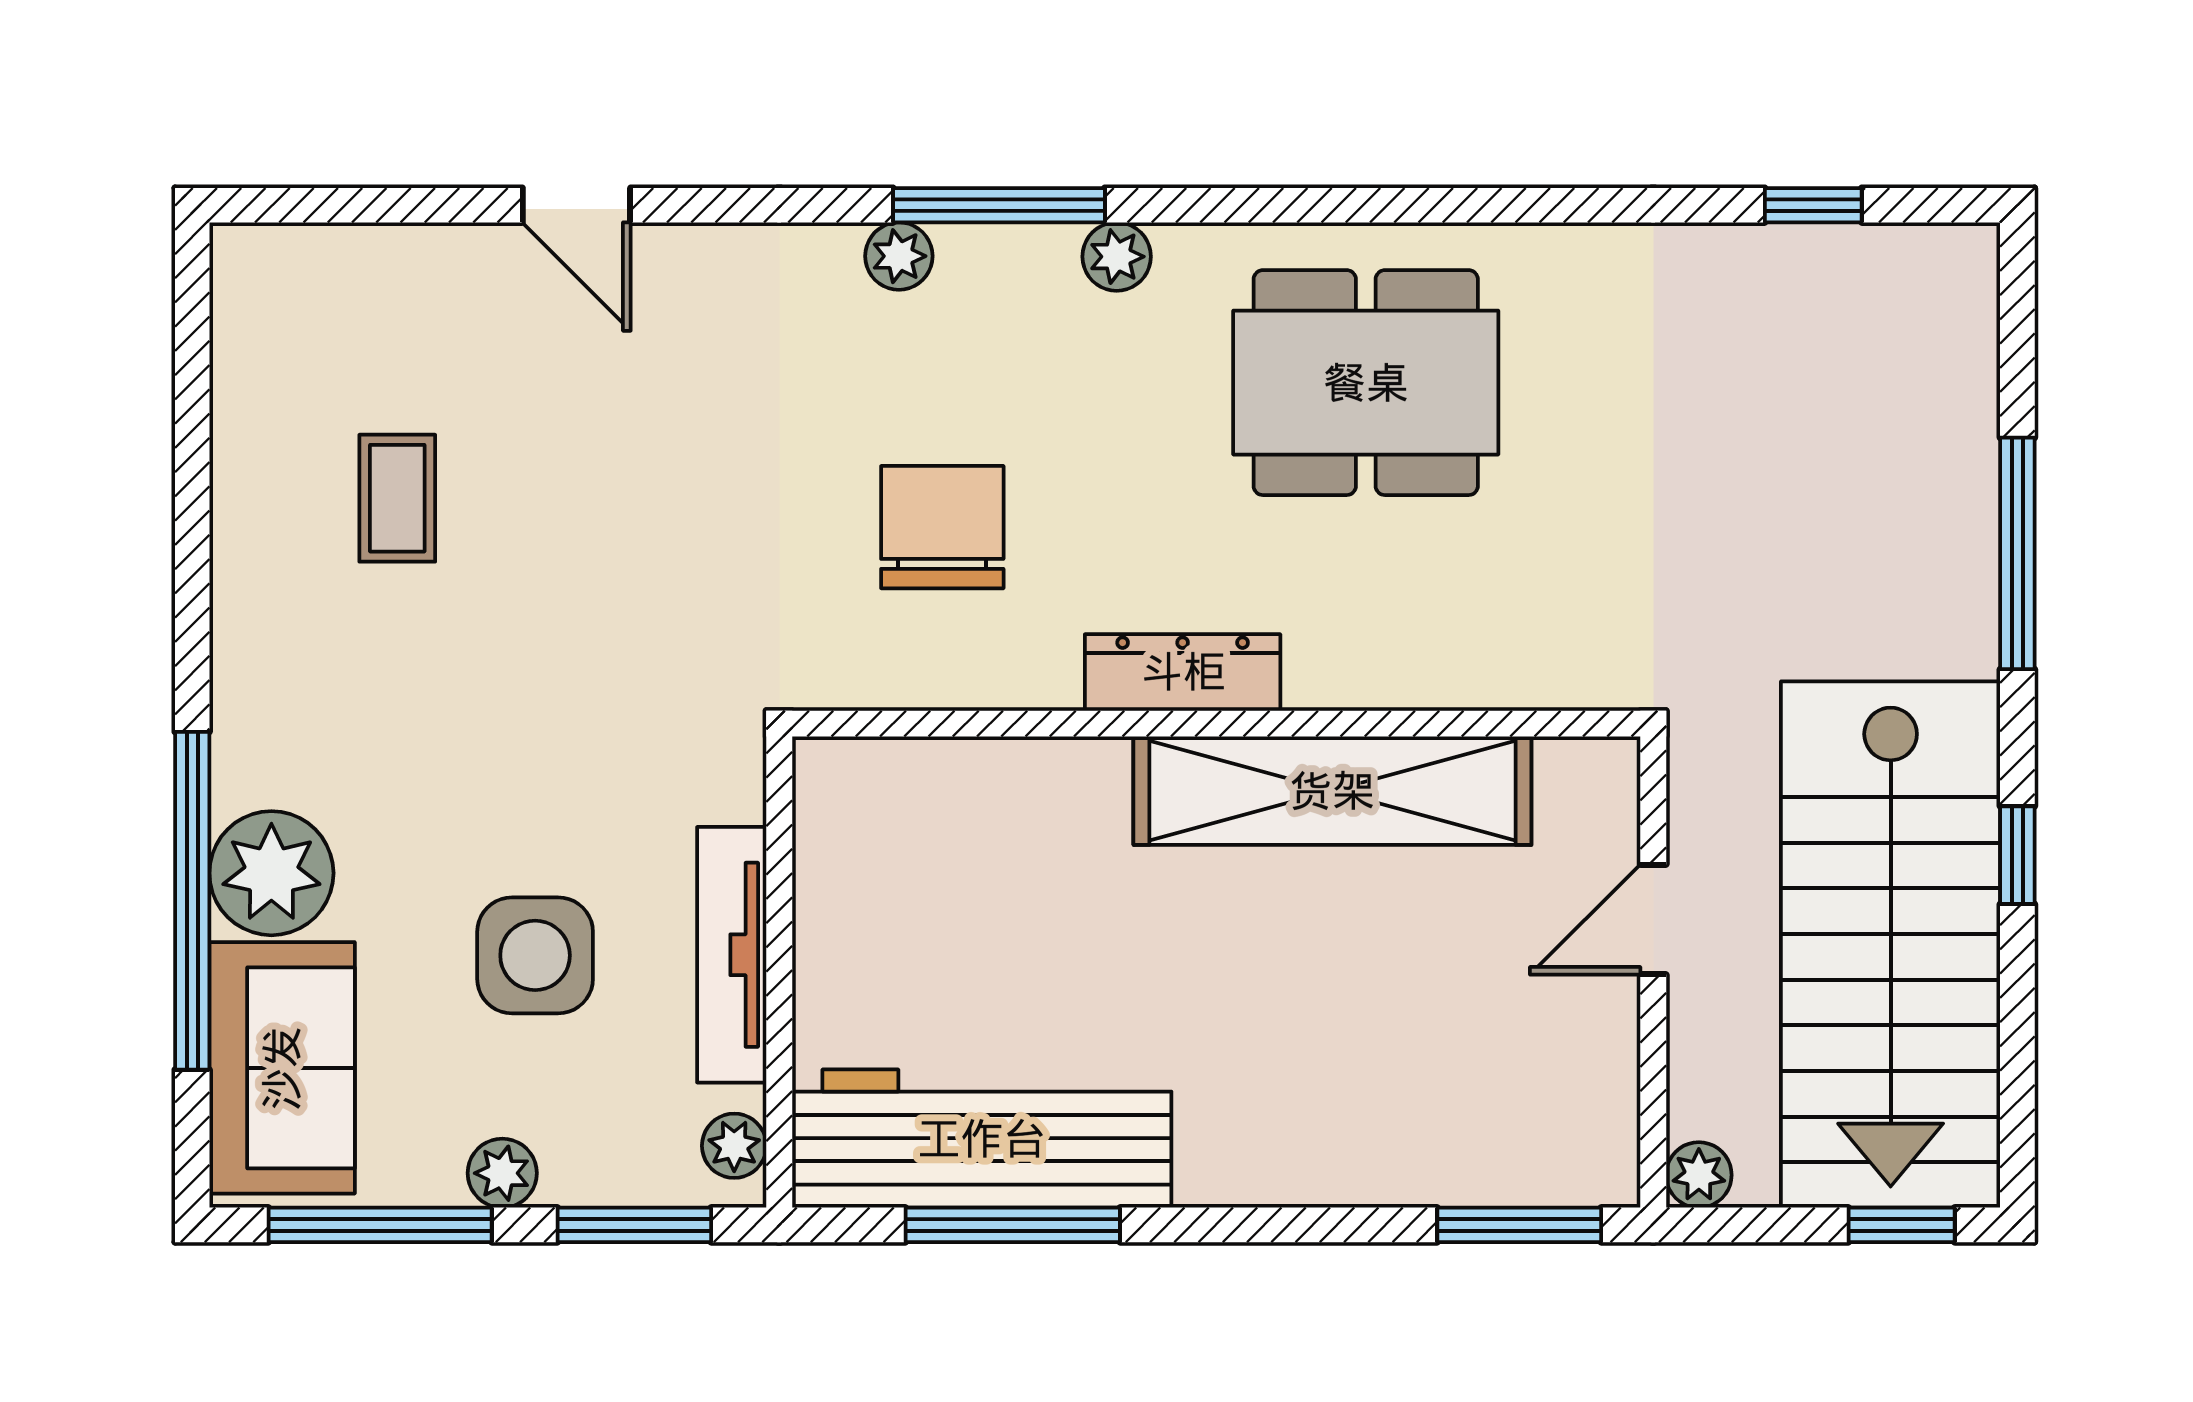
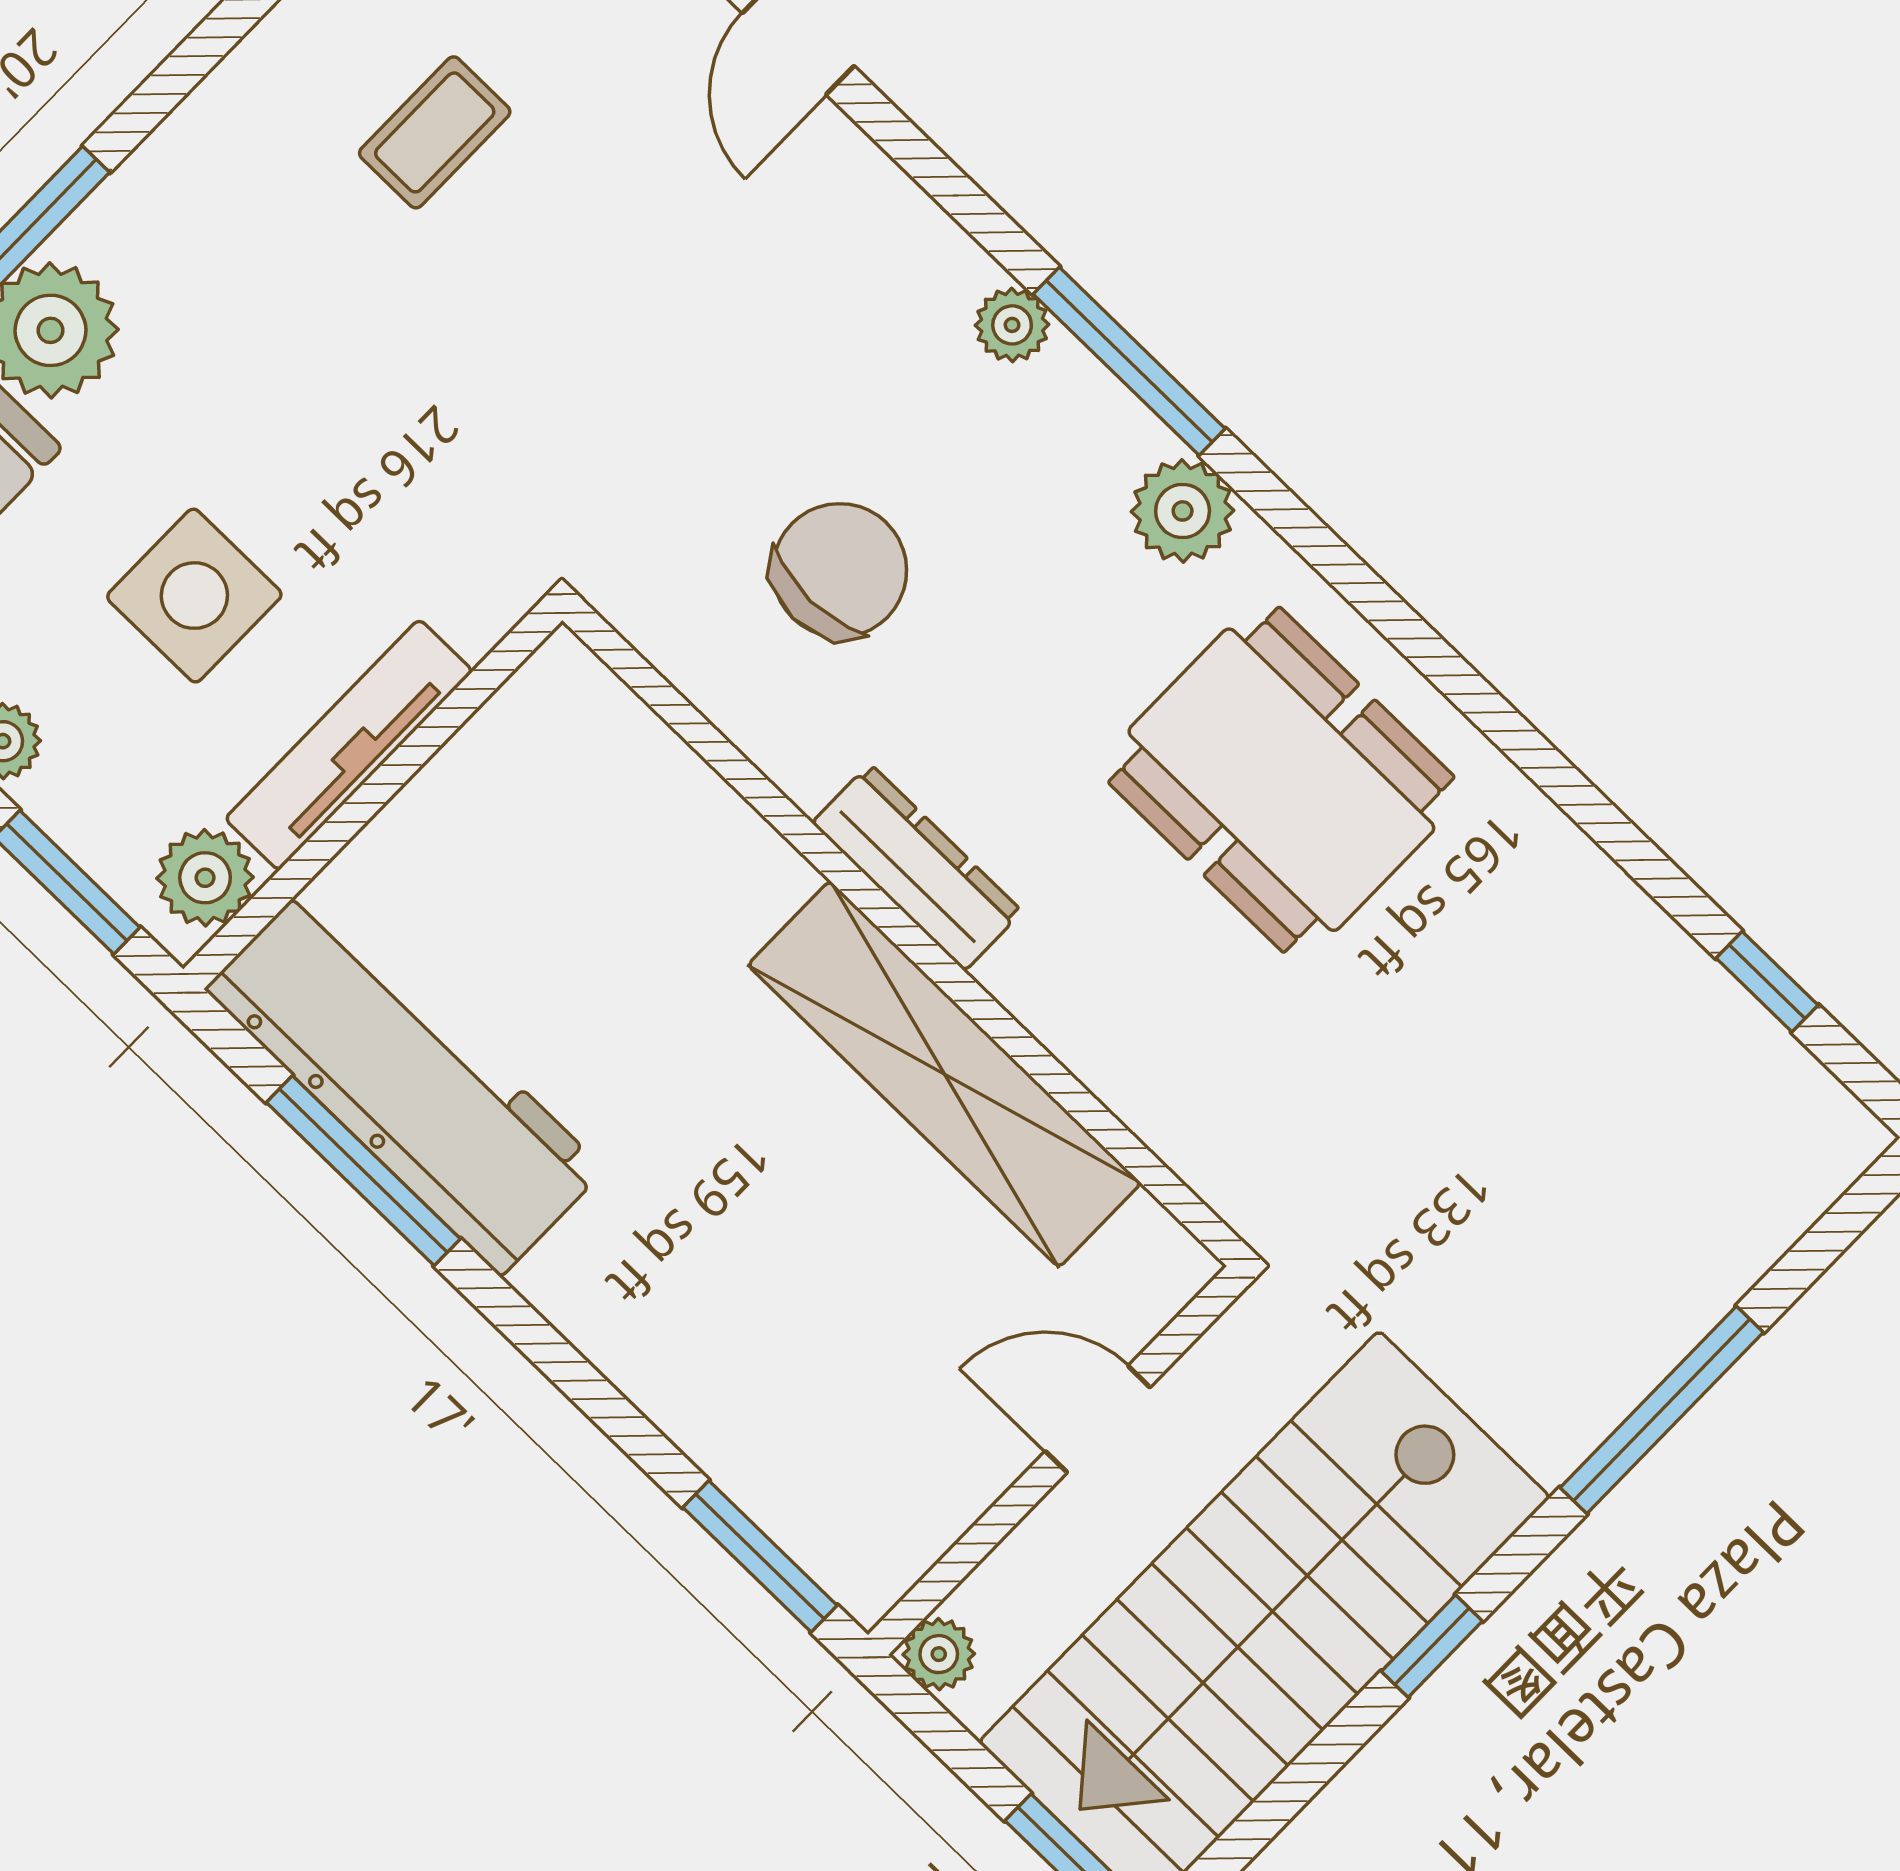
plant: (1117, 257) -> (1183, 511), width x1.38, depth x1.38
plant: (734, 1146) -> (205, 878), width x1.38, depth x1.38

